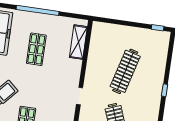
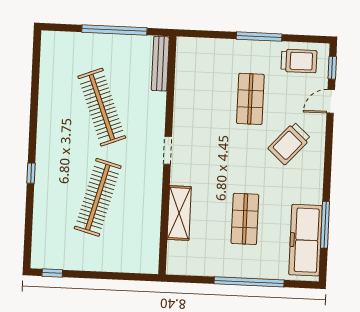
shelving: (78, 42) -> (179, 213), moved

